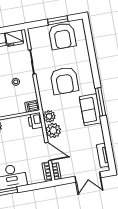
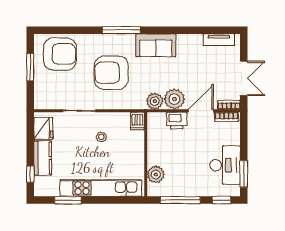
armchair: (62, 36) -> (60, 54), moved
armchair: (64, 81) -> (111, 73), turned 180
window: (100, 102) -> (121, 30), moved
printer: (35, 121) -> (177, 121), moved
double door: (88, 177) -> (244, 78), moved

